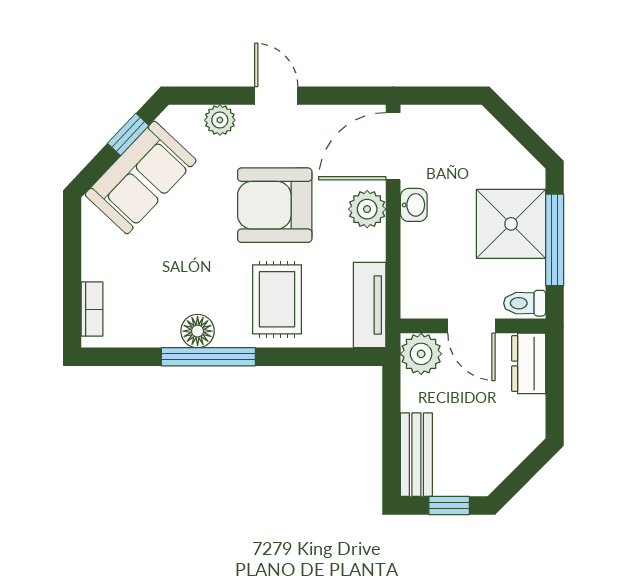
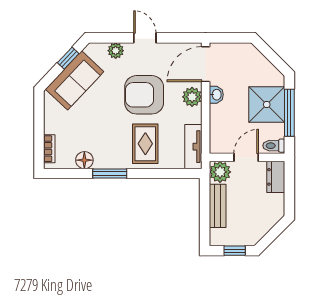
door: (471, 326) -> (246, 157), swing flipped
floor lamp: (198, 331) -> (84, 160), moved
window: (208, 357) -> (110, 173), width x0.69
bench: (416, 455) -> (218, 206), moved

